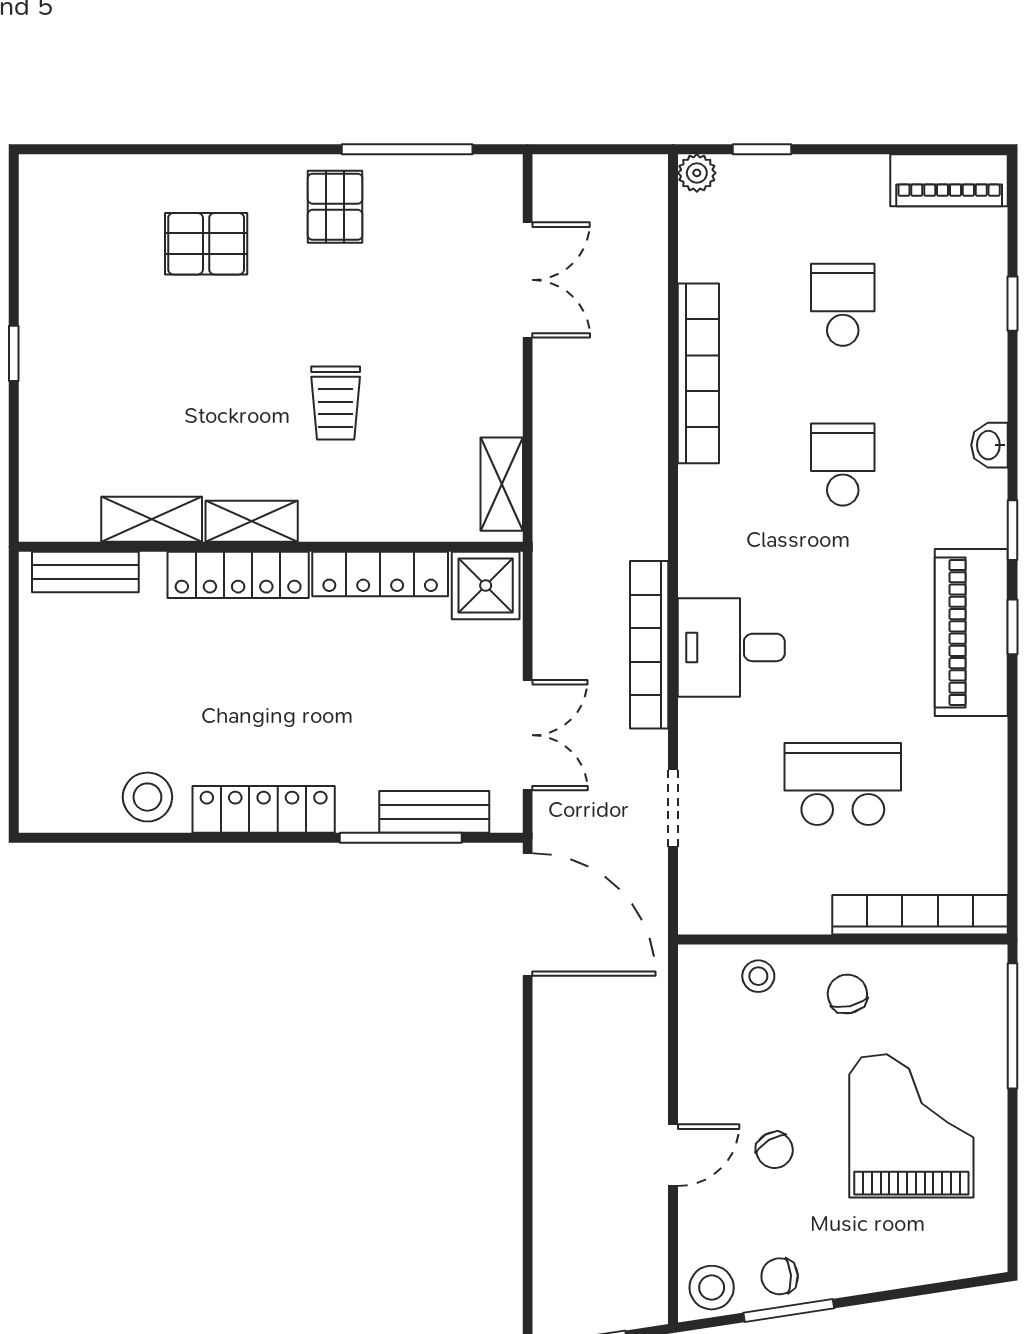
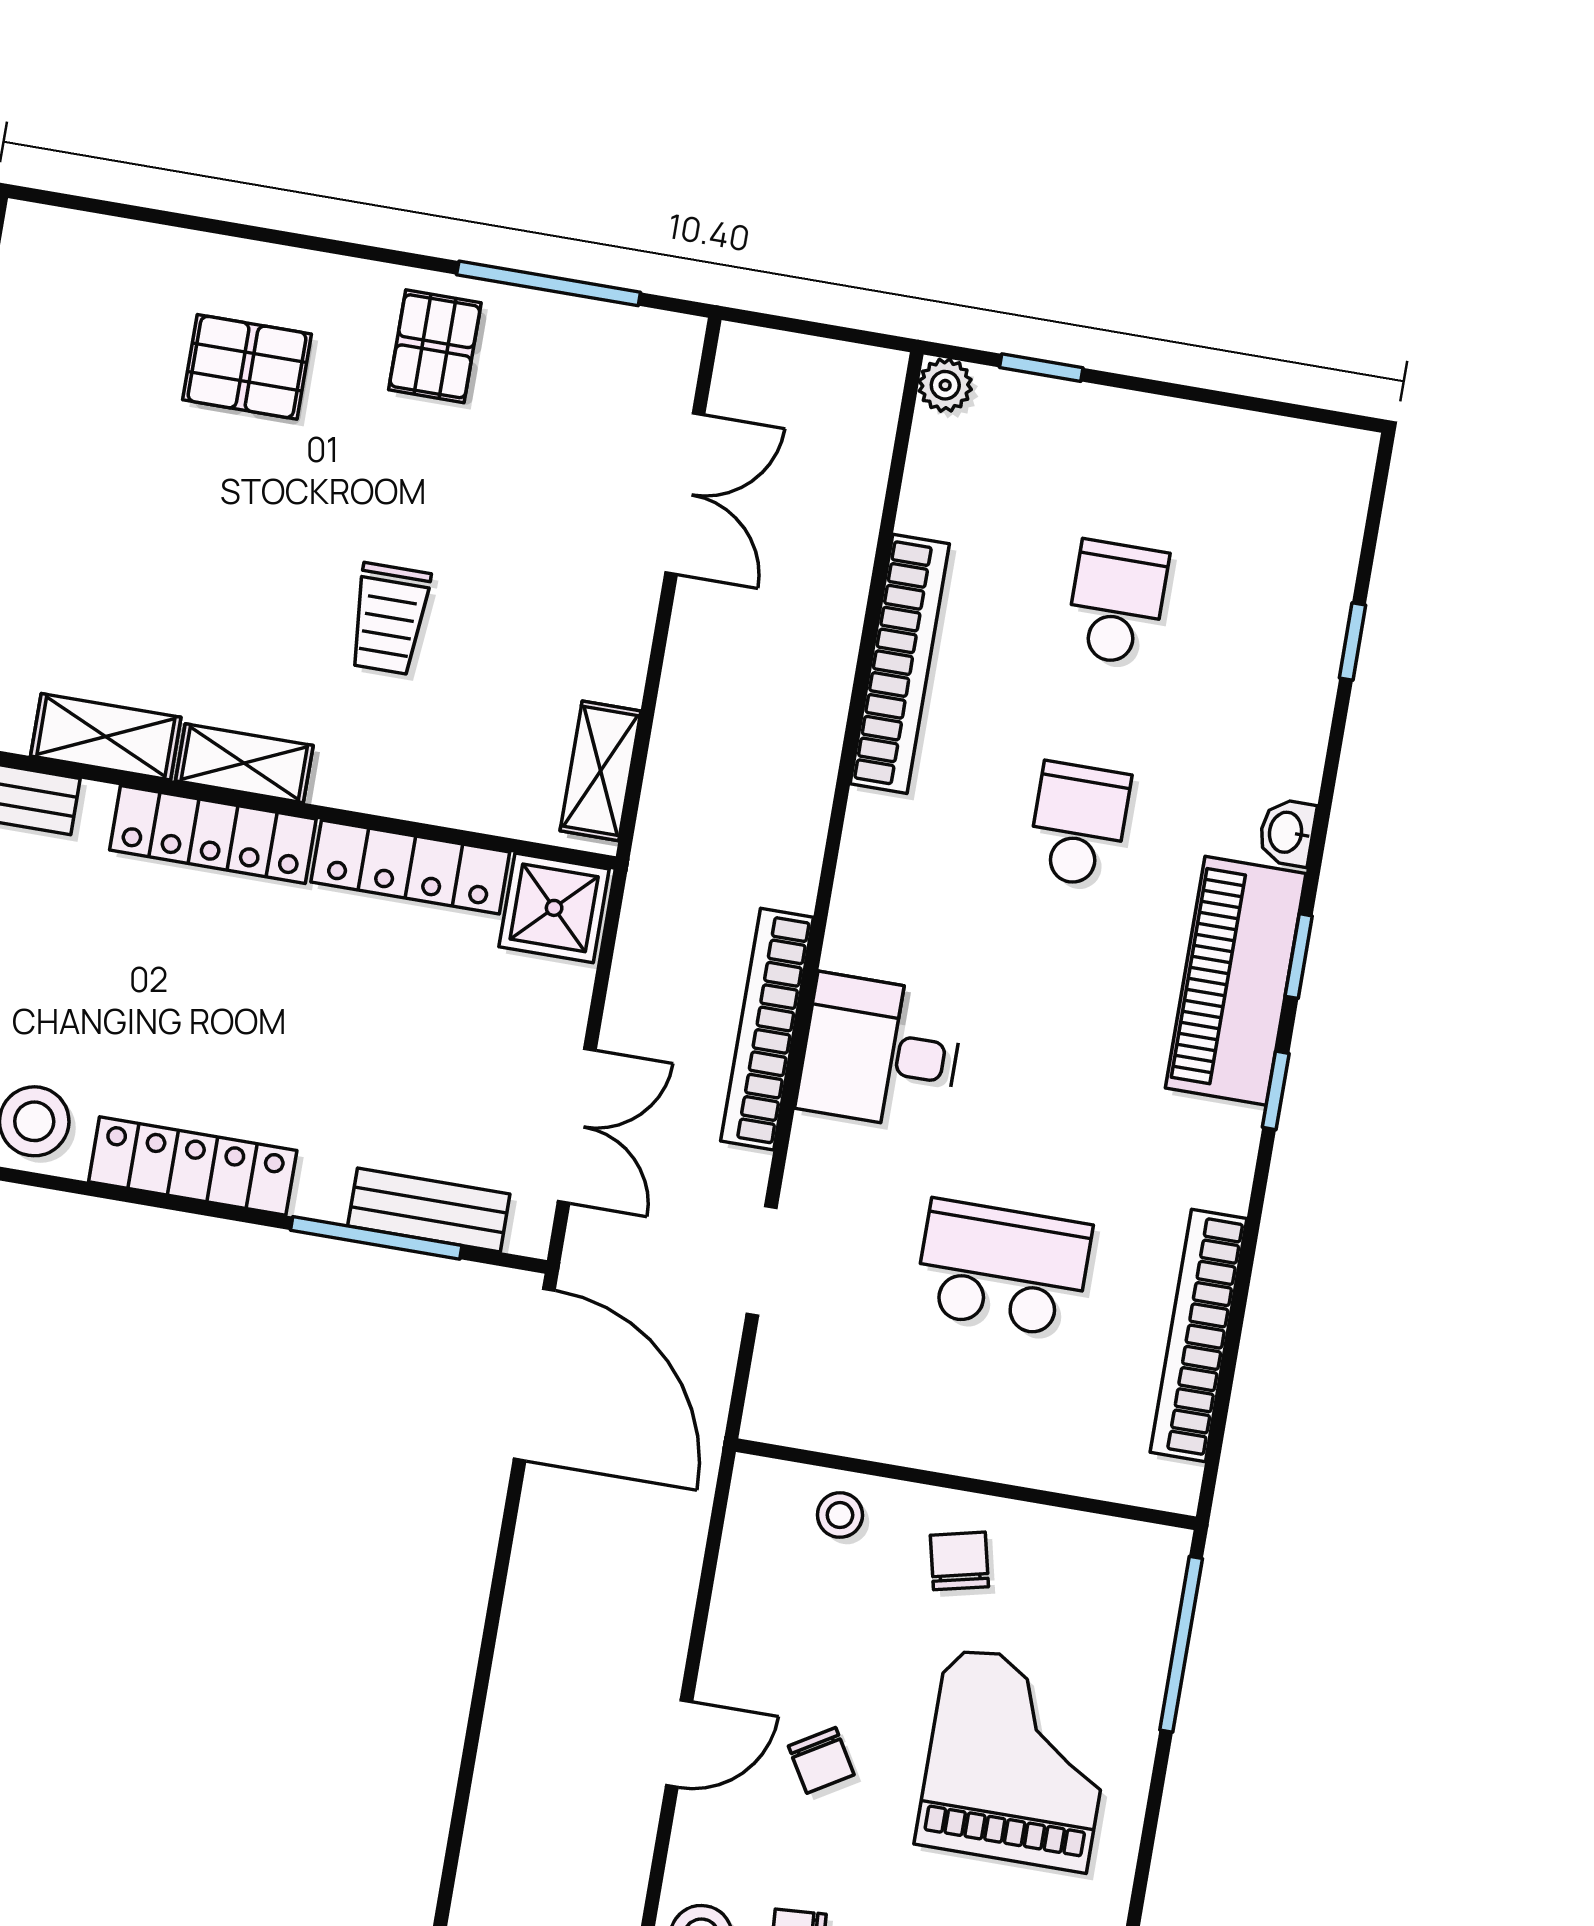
piano: (949, 180) -> (1294, 455), removed
piano: (971, 632) -> (1236, 981), moved
bookcase: (920, 915) -> (1199, 1335), moved, turned -90

